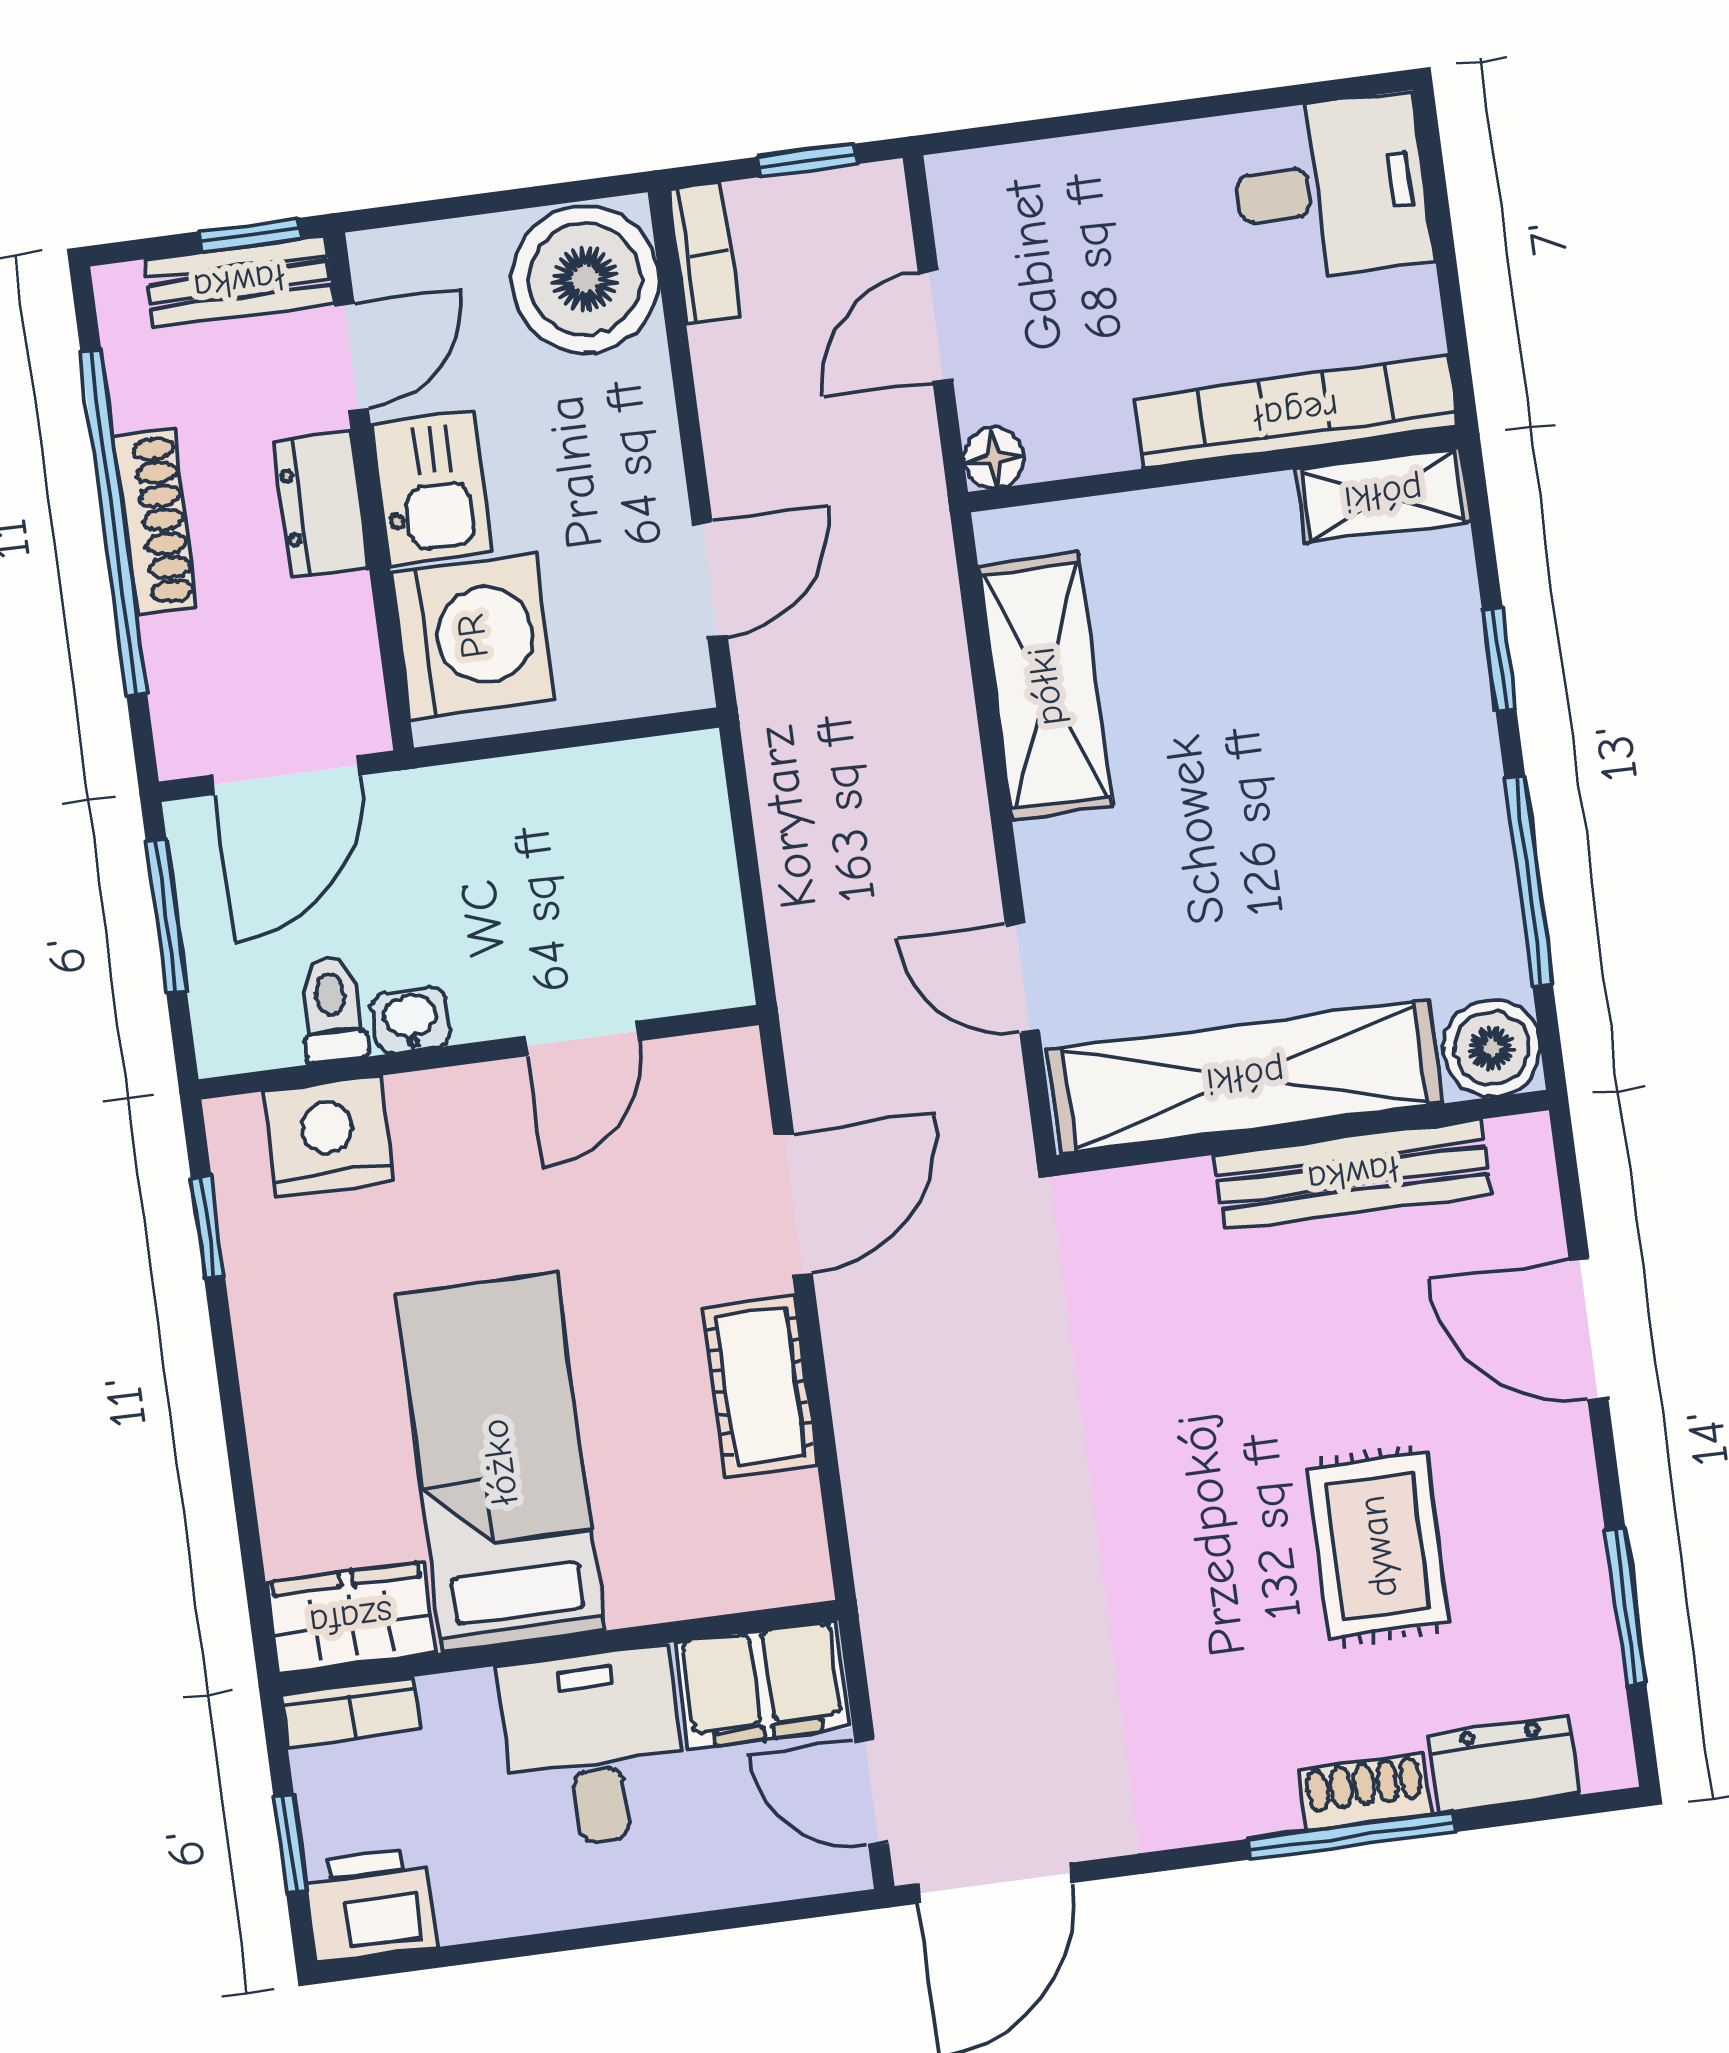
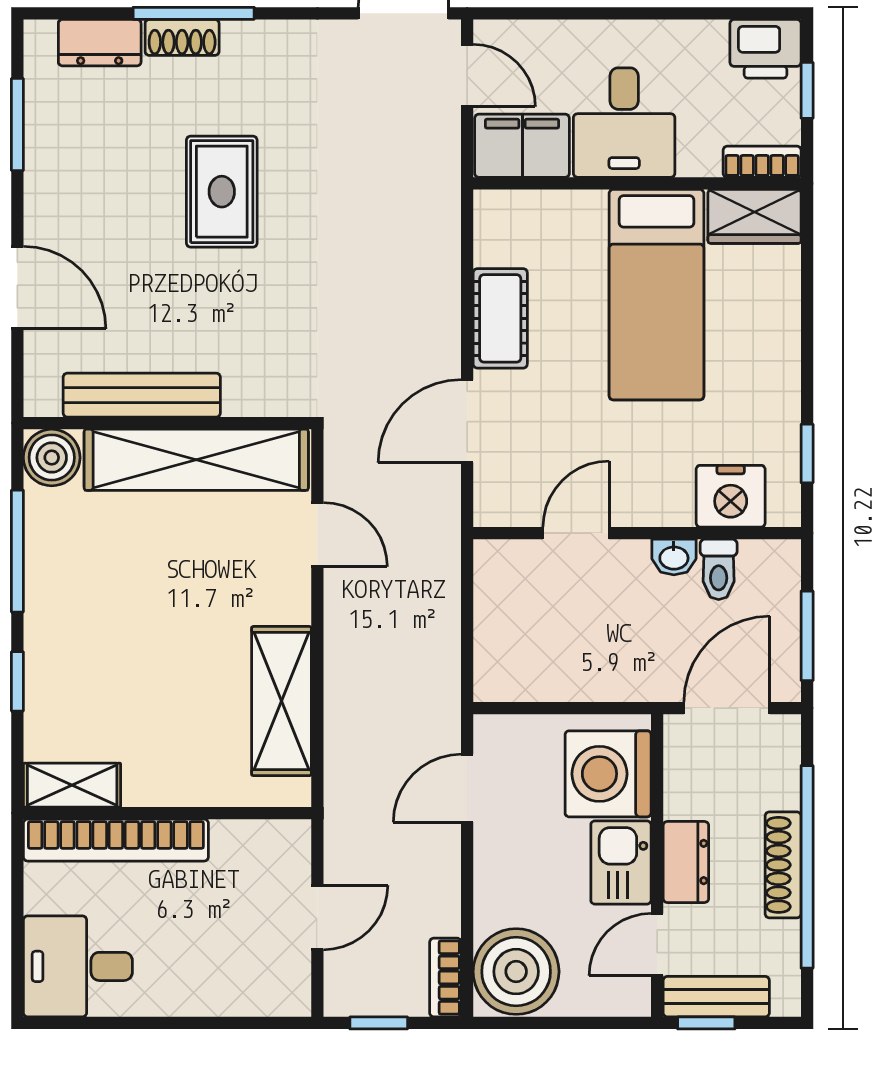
floor lamp: (994, 458) -> (294, 837), removed
rug: (1378, 1546) -> (222, 192), moved

